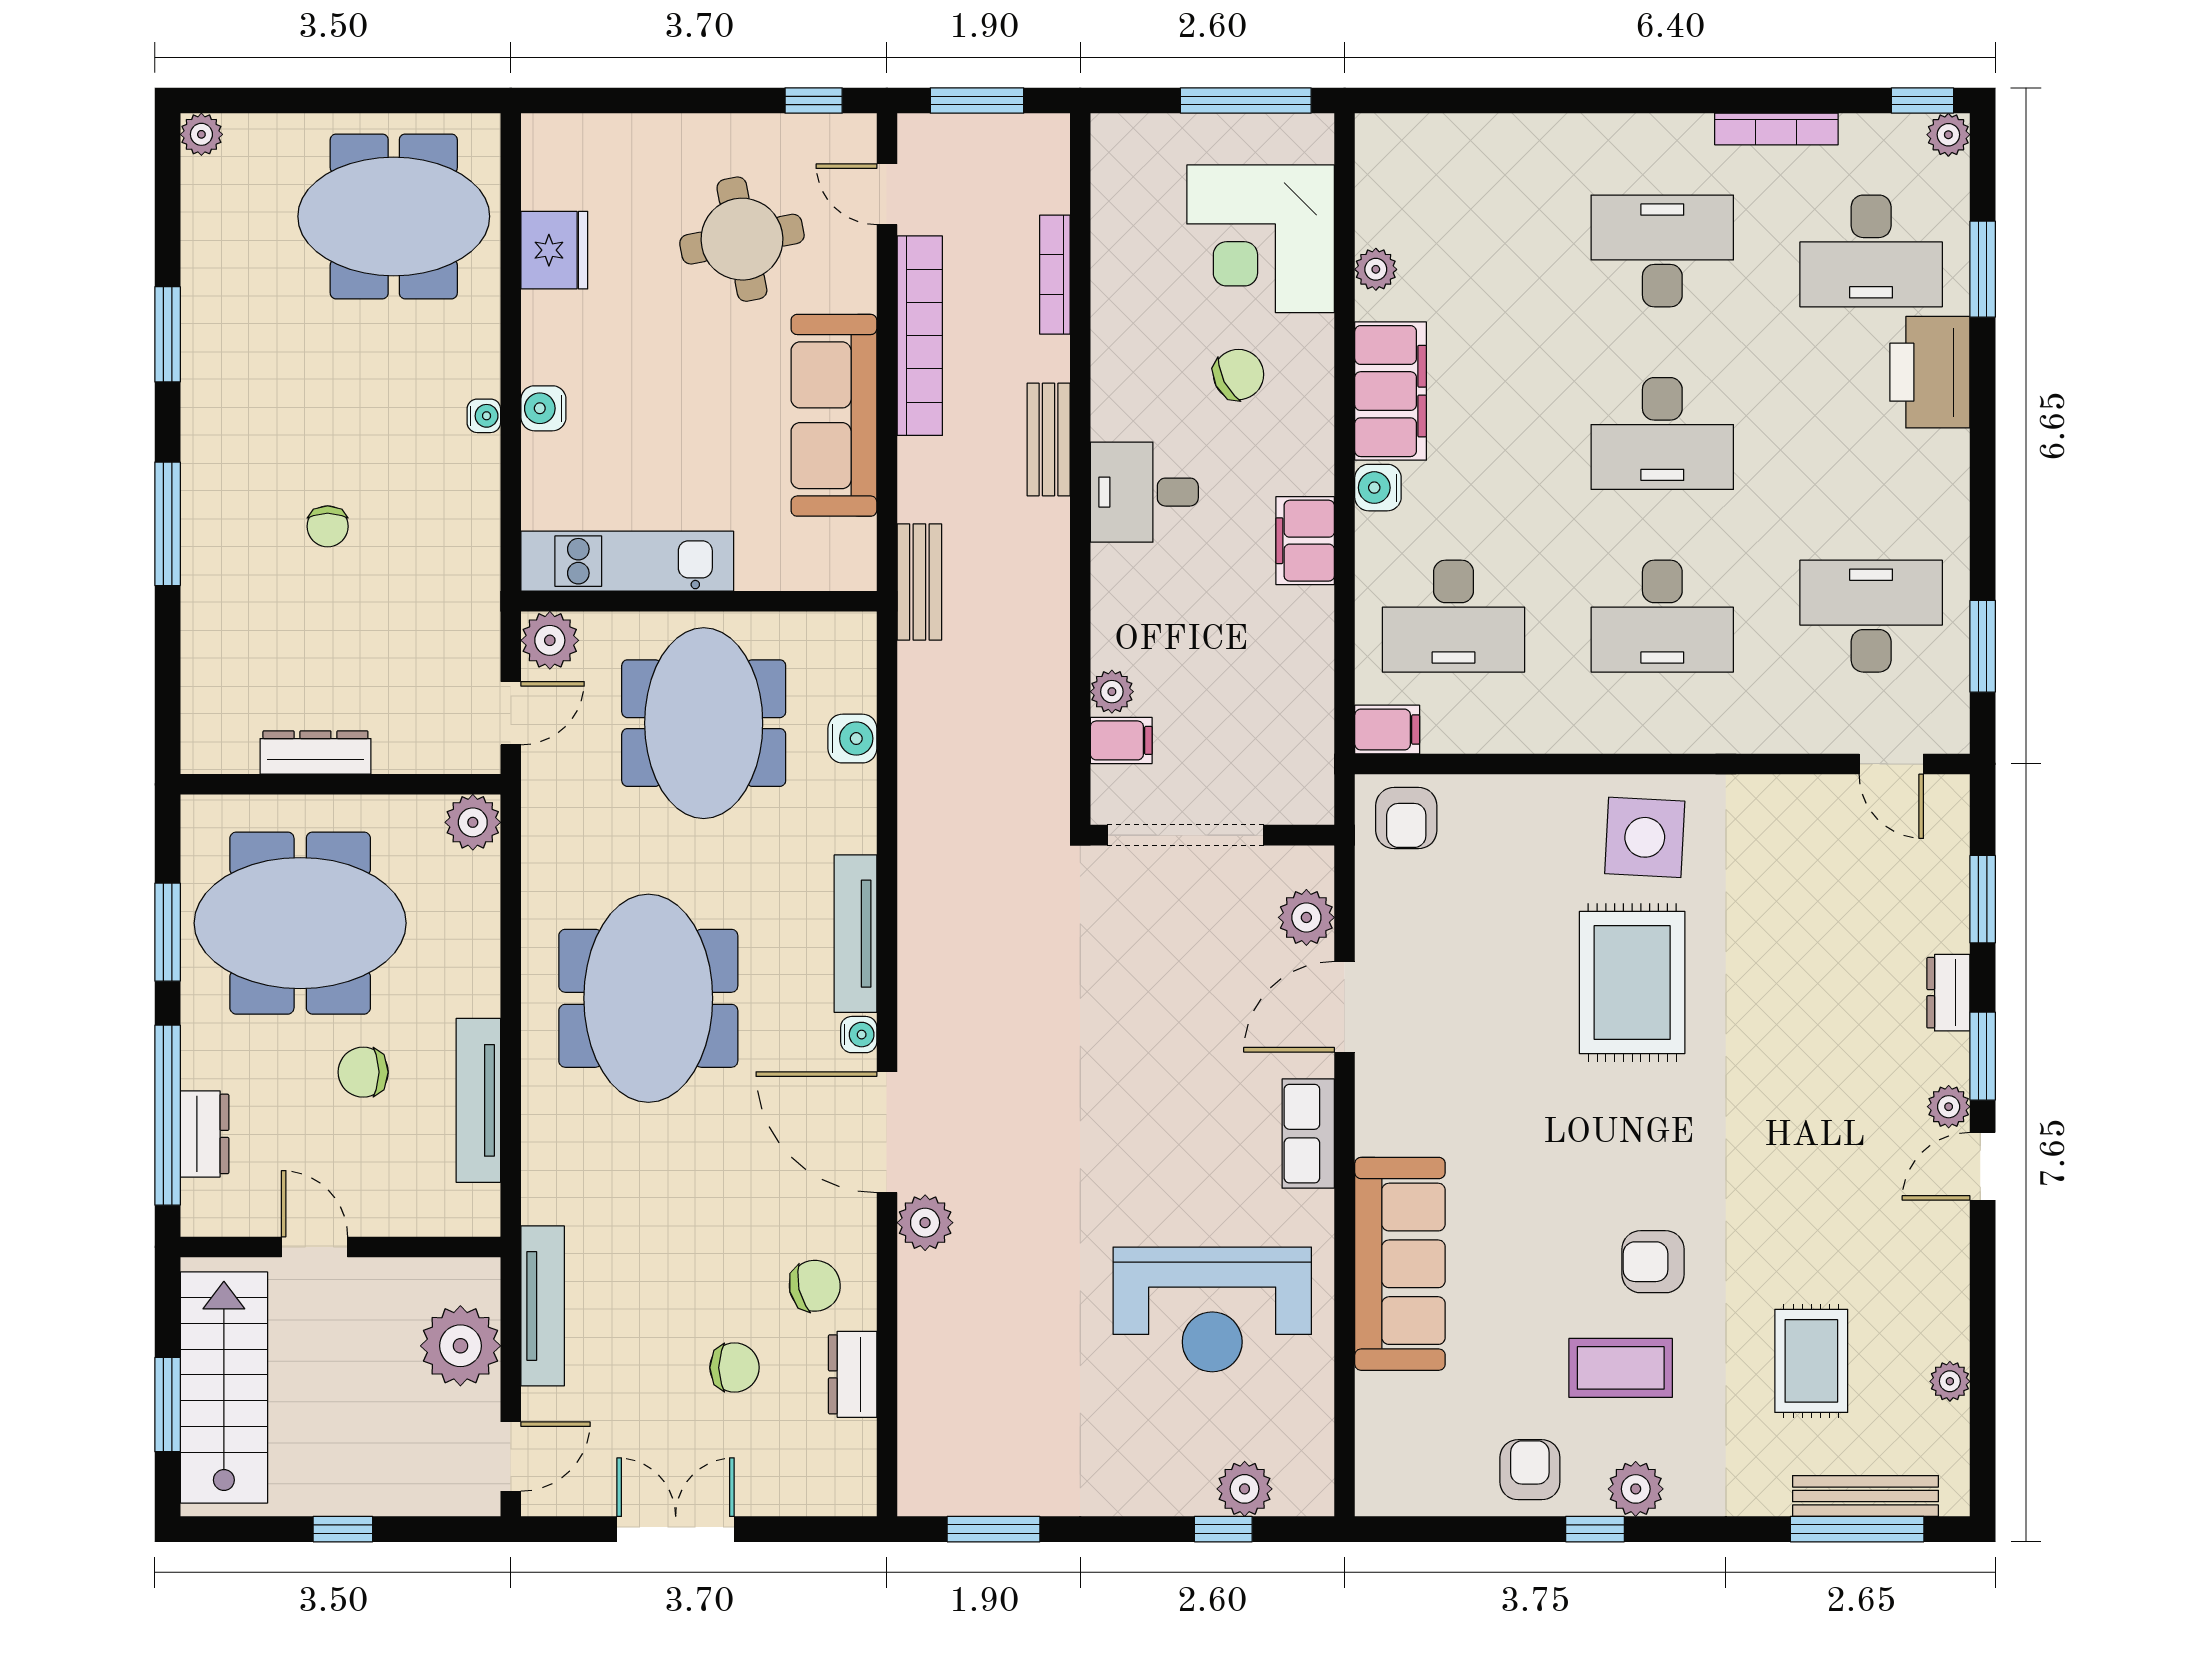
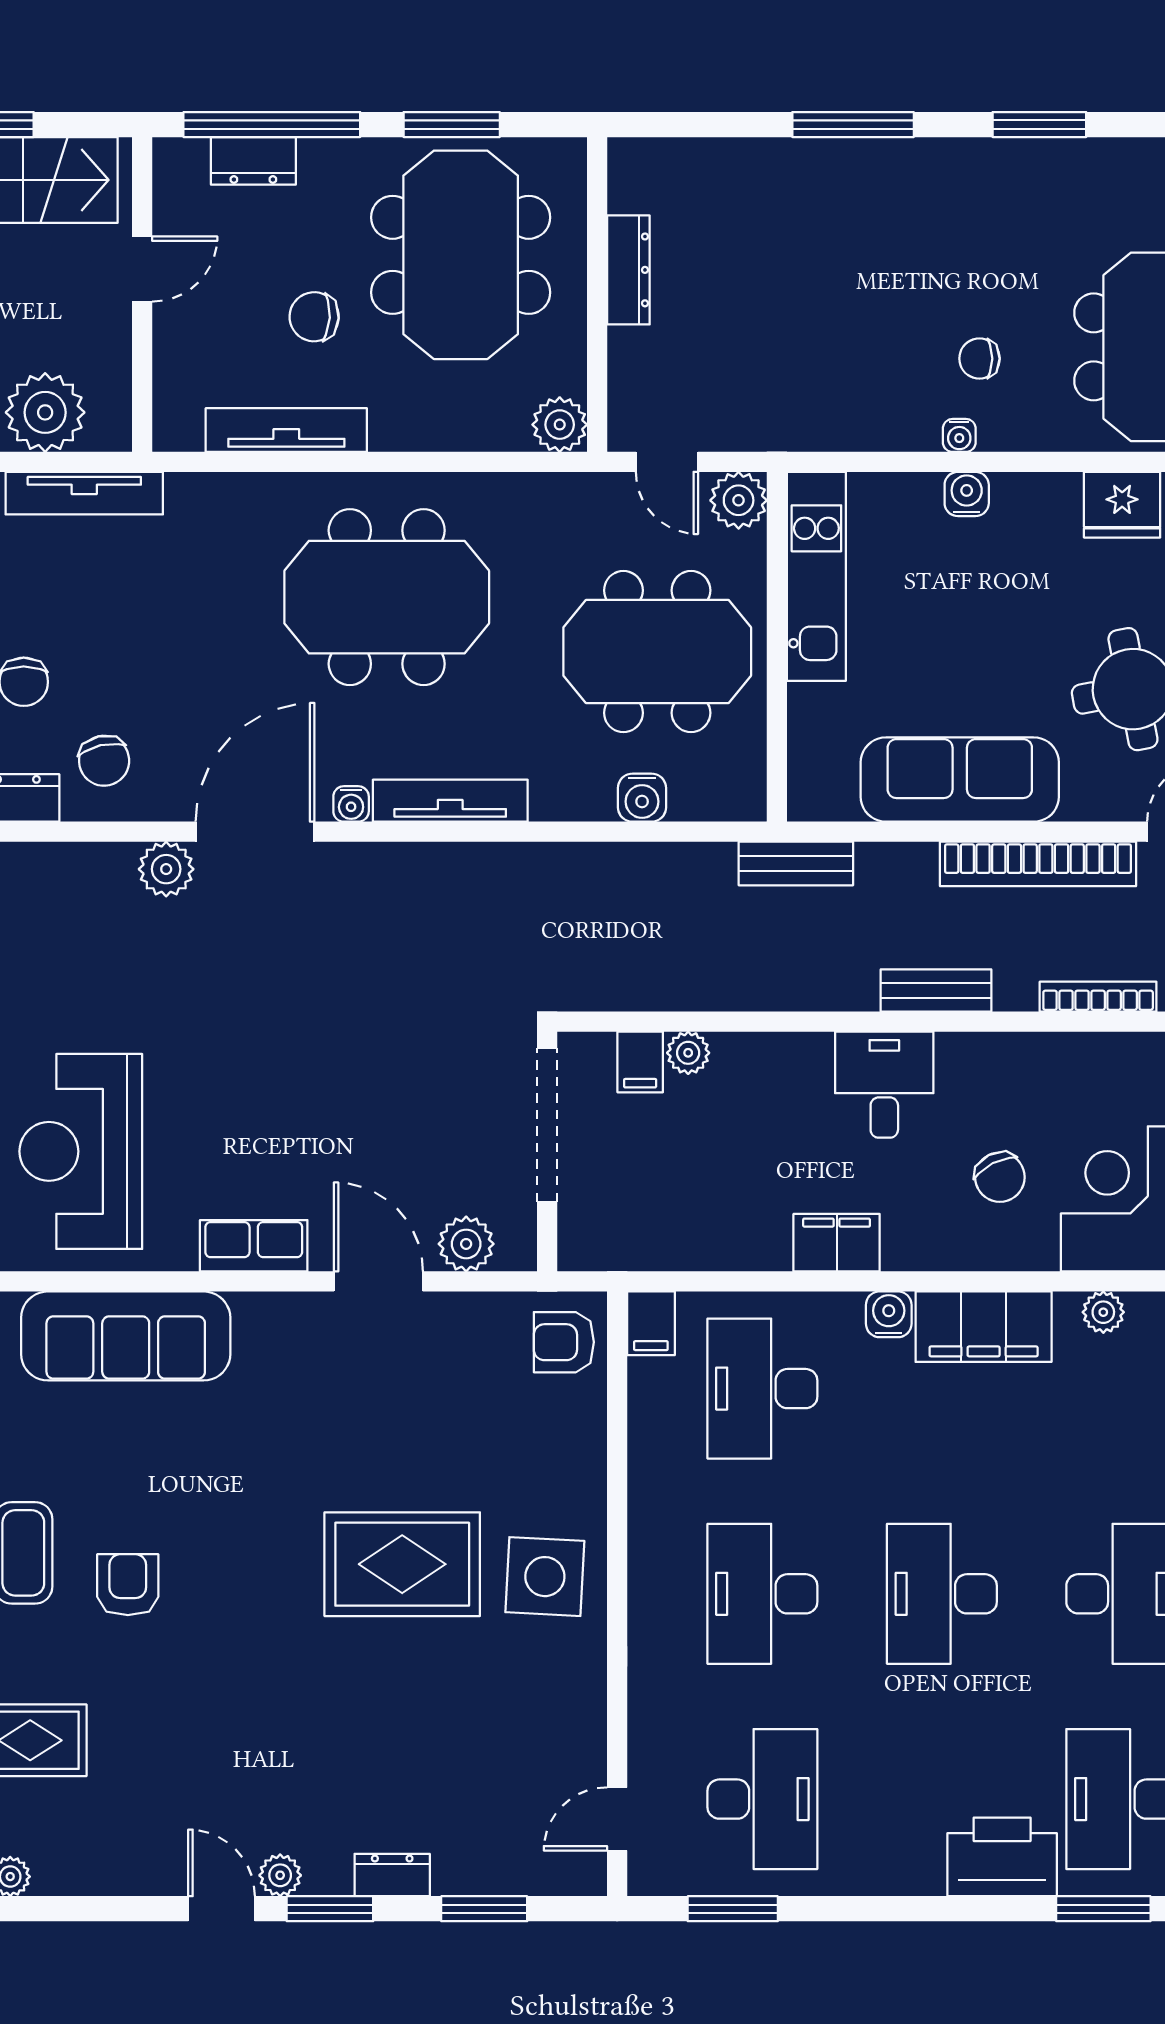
chair: (328, 526) -> (979, 359), moved
chair: (363, 1072) -> (314, 317), turned -87

